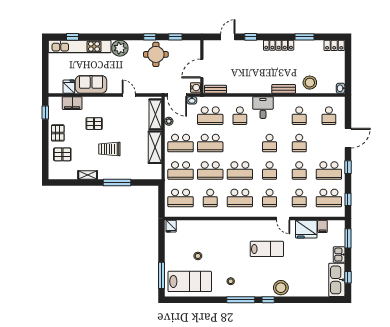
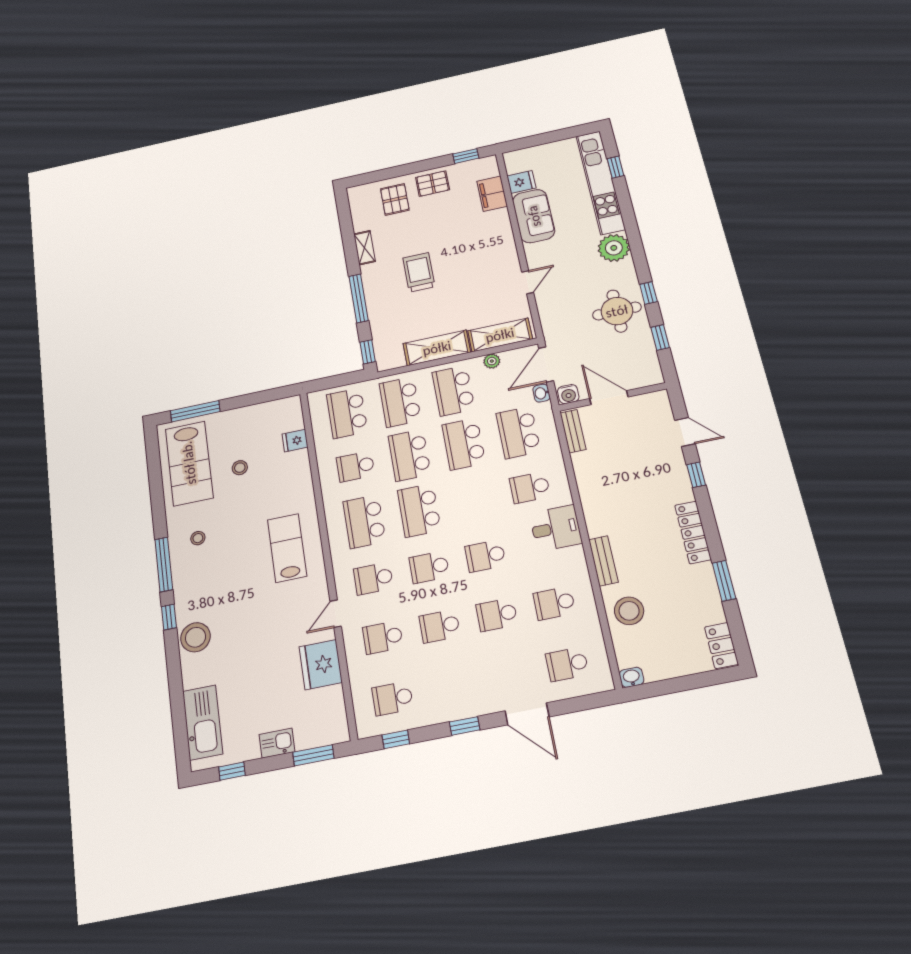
pallet: (94, 124) -> (461, 237), removed
school desk: (329, 171) -> (450, 687), removed
window: (149, 182) -> (368, 352), added
school desk: (329, 198) -> (393, 698), width x0.54
fridge: (171, 226) -> (295, 441), moved
filing cabinet: (322, 226) -> (331, 697), removed
lab bench: (267, 249) -> (287, 548), moved, turned 180
kitchen sink: (337, 280) -> (203, 722), moved, turned 90

